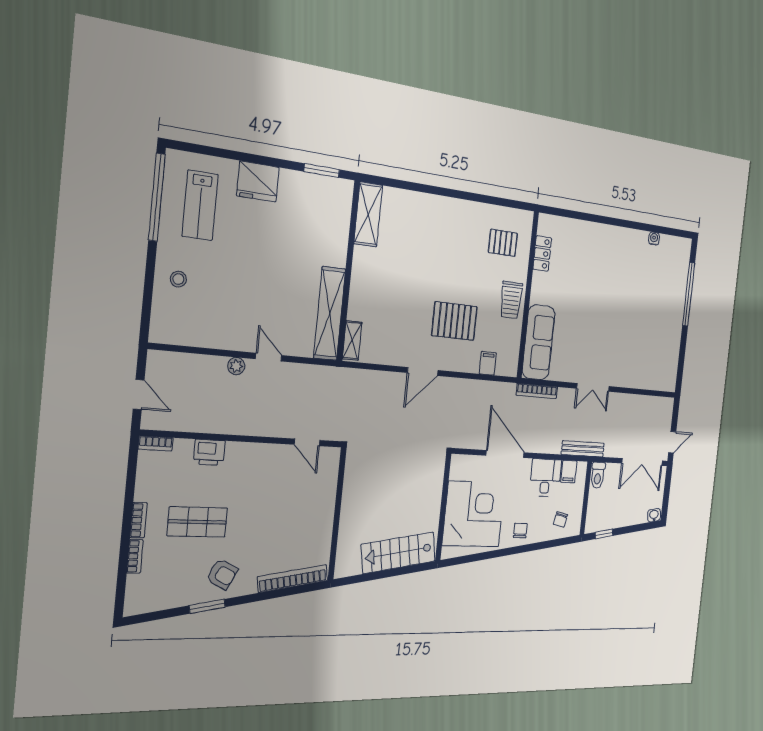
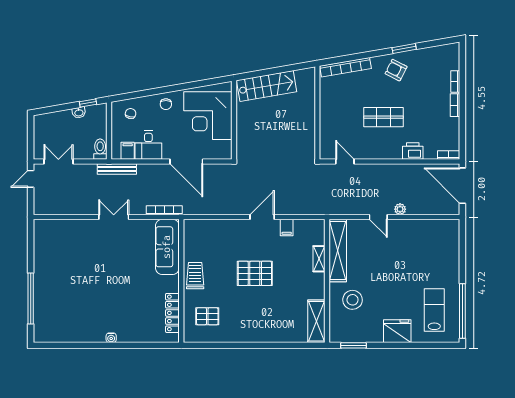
water cooler: (654, 239) -> (111, 338), moved
locker: (542, 253) -> (172, 313), width x1.53
stool: (178, 279) -> (353, 300), moved, width x1.89, depth x1.89
pallet: (454, 321) -> (255, 273), moved
shelving: (352, 340) -> (319, 259), moved
filing cabinet: (488, 363) -> (287, 227), moved
door: (139, 395) -> (462, 186), width x1.88
double door: (642, 462) -> (58, 161), width x0.73
washbasin: (654, 515) -> (79, 113), moved
shop shelf: (197, 522) -> (383, 117), moved

